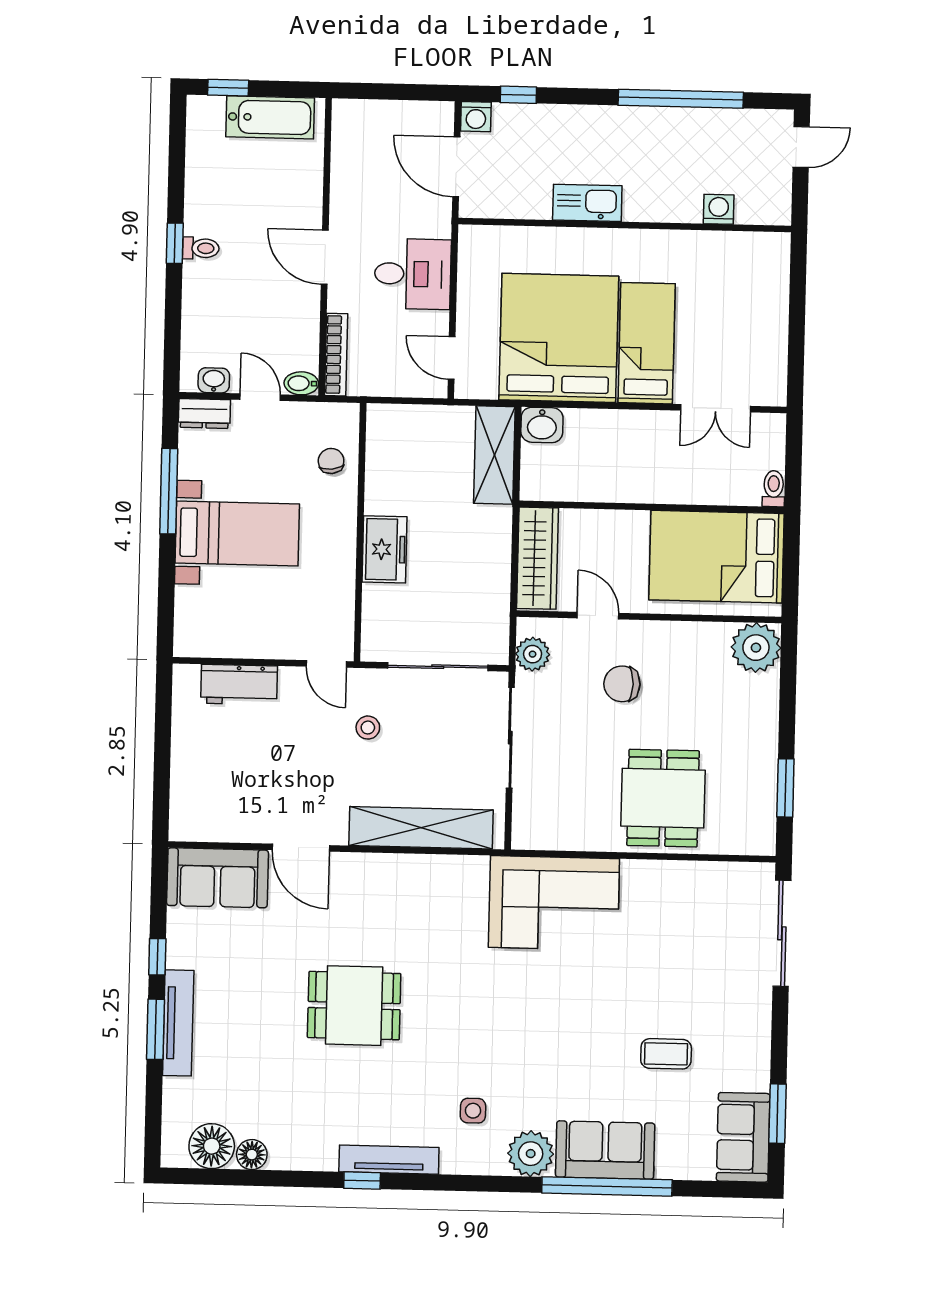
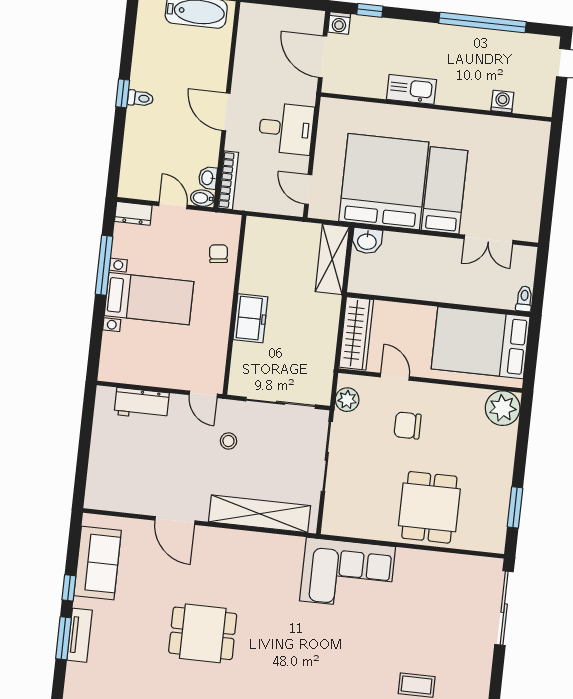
washbasin: (214, 380) -> (208, 178), moved, turned -90
sofa: (218, 878) -> (98, 563), moved, turned -90
tv unit: (178, 1023) -> (80, 635), width x0.71

